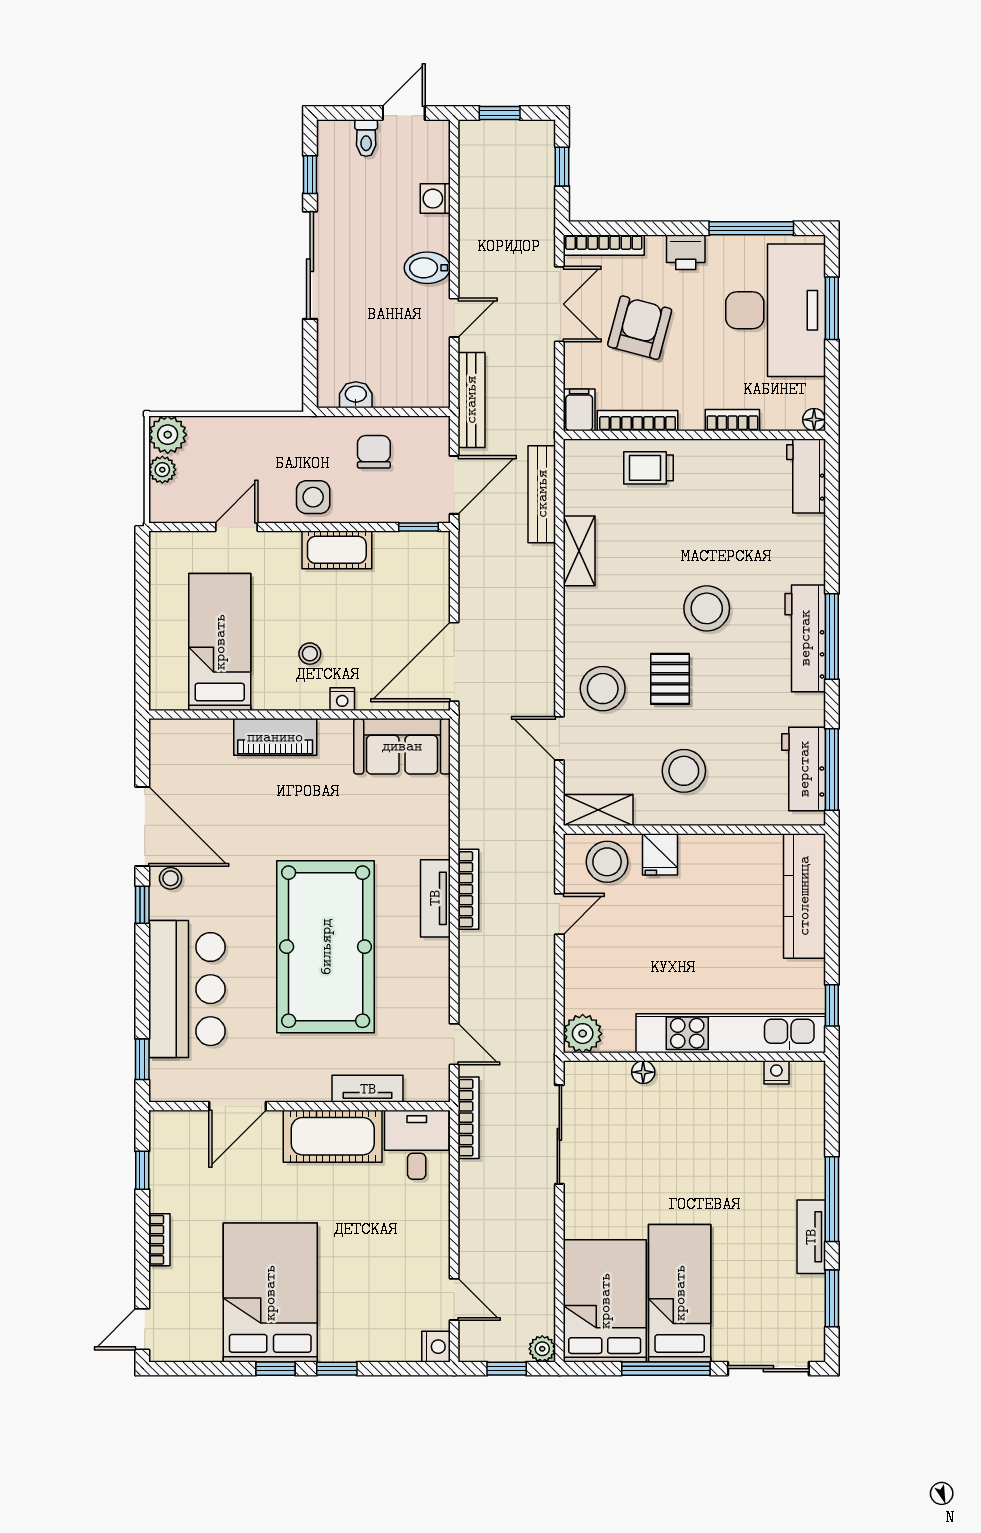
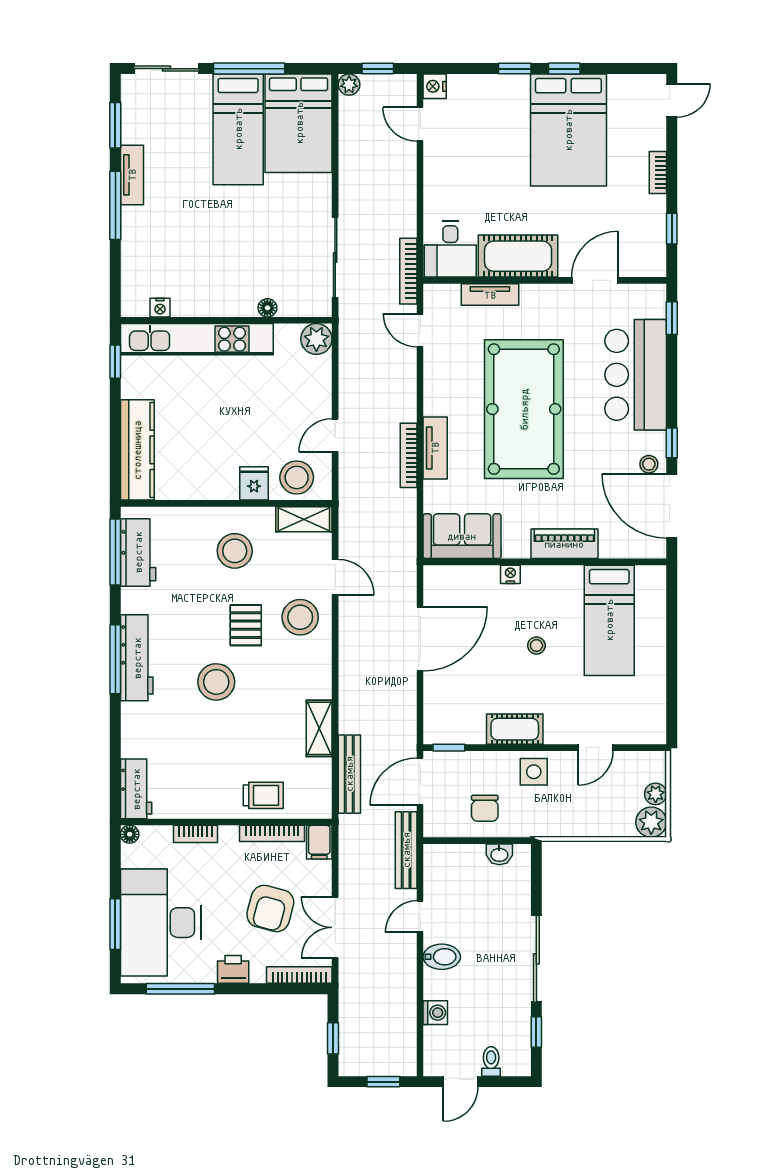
bed: (220, 642) -> (609, 620), moved
nightstand: (342, 699) -> (510, 574), moved
wall: (299, 715) -> (545, 562), moved
piano: (275, 737) -> (564, 544), moved
sofa: (402, 746) -> (462, 536), moved

